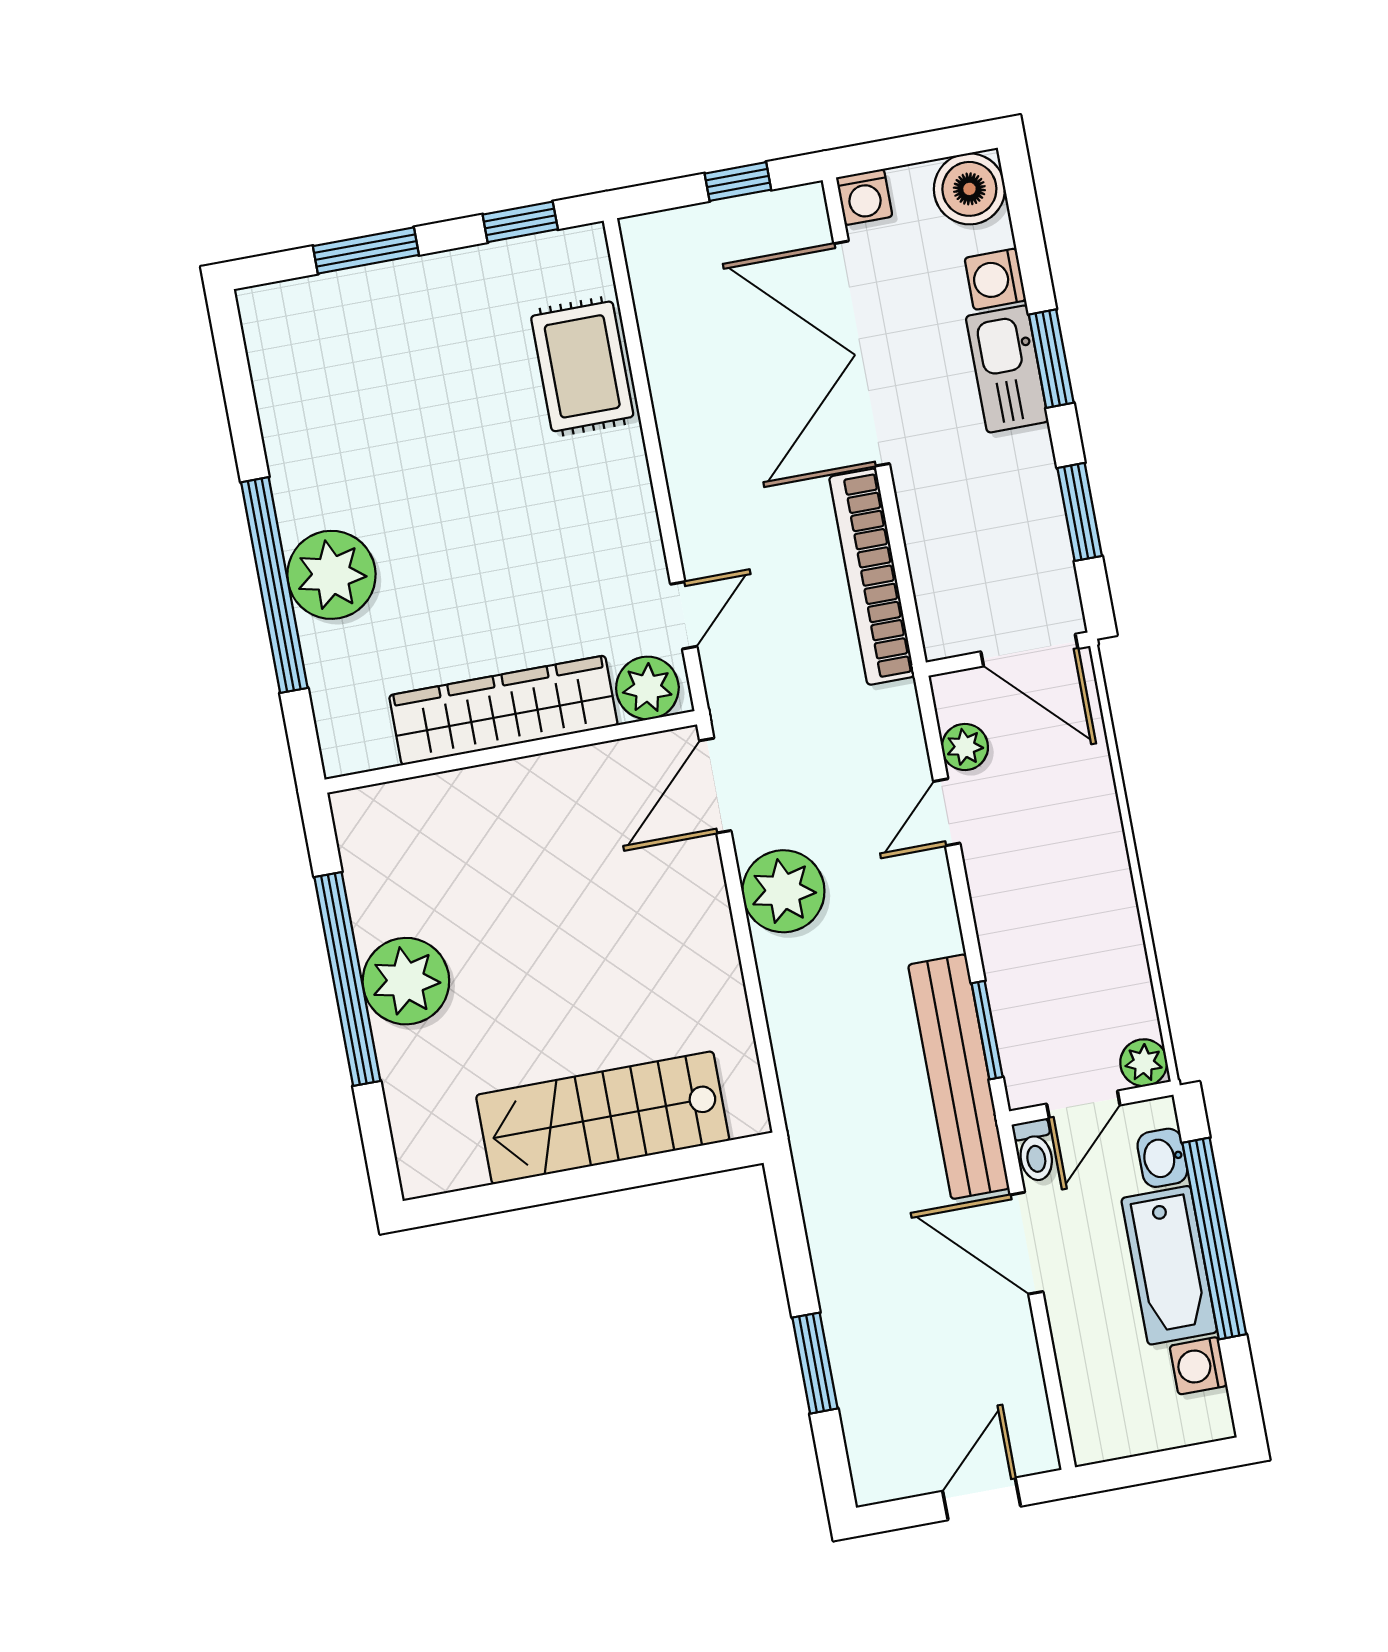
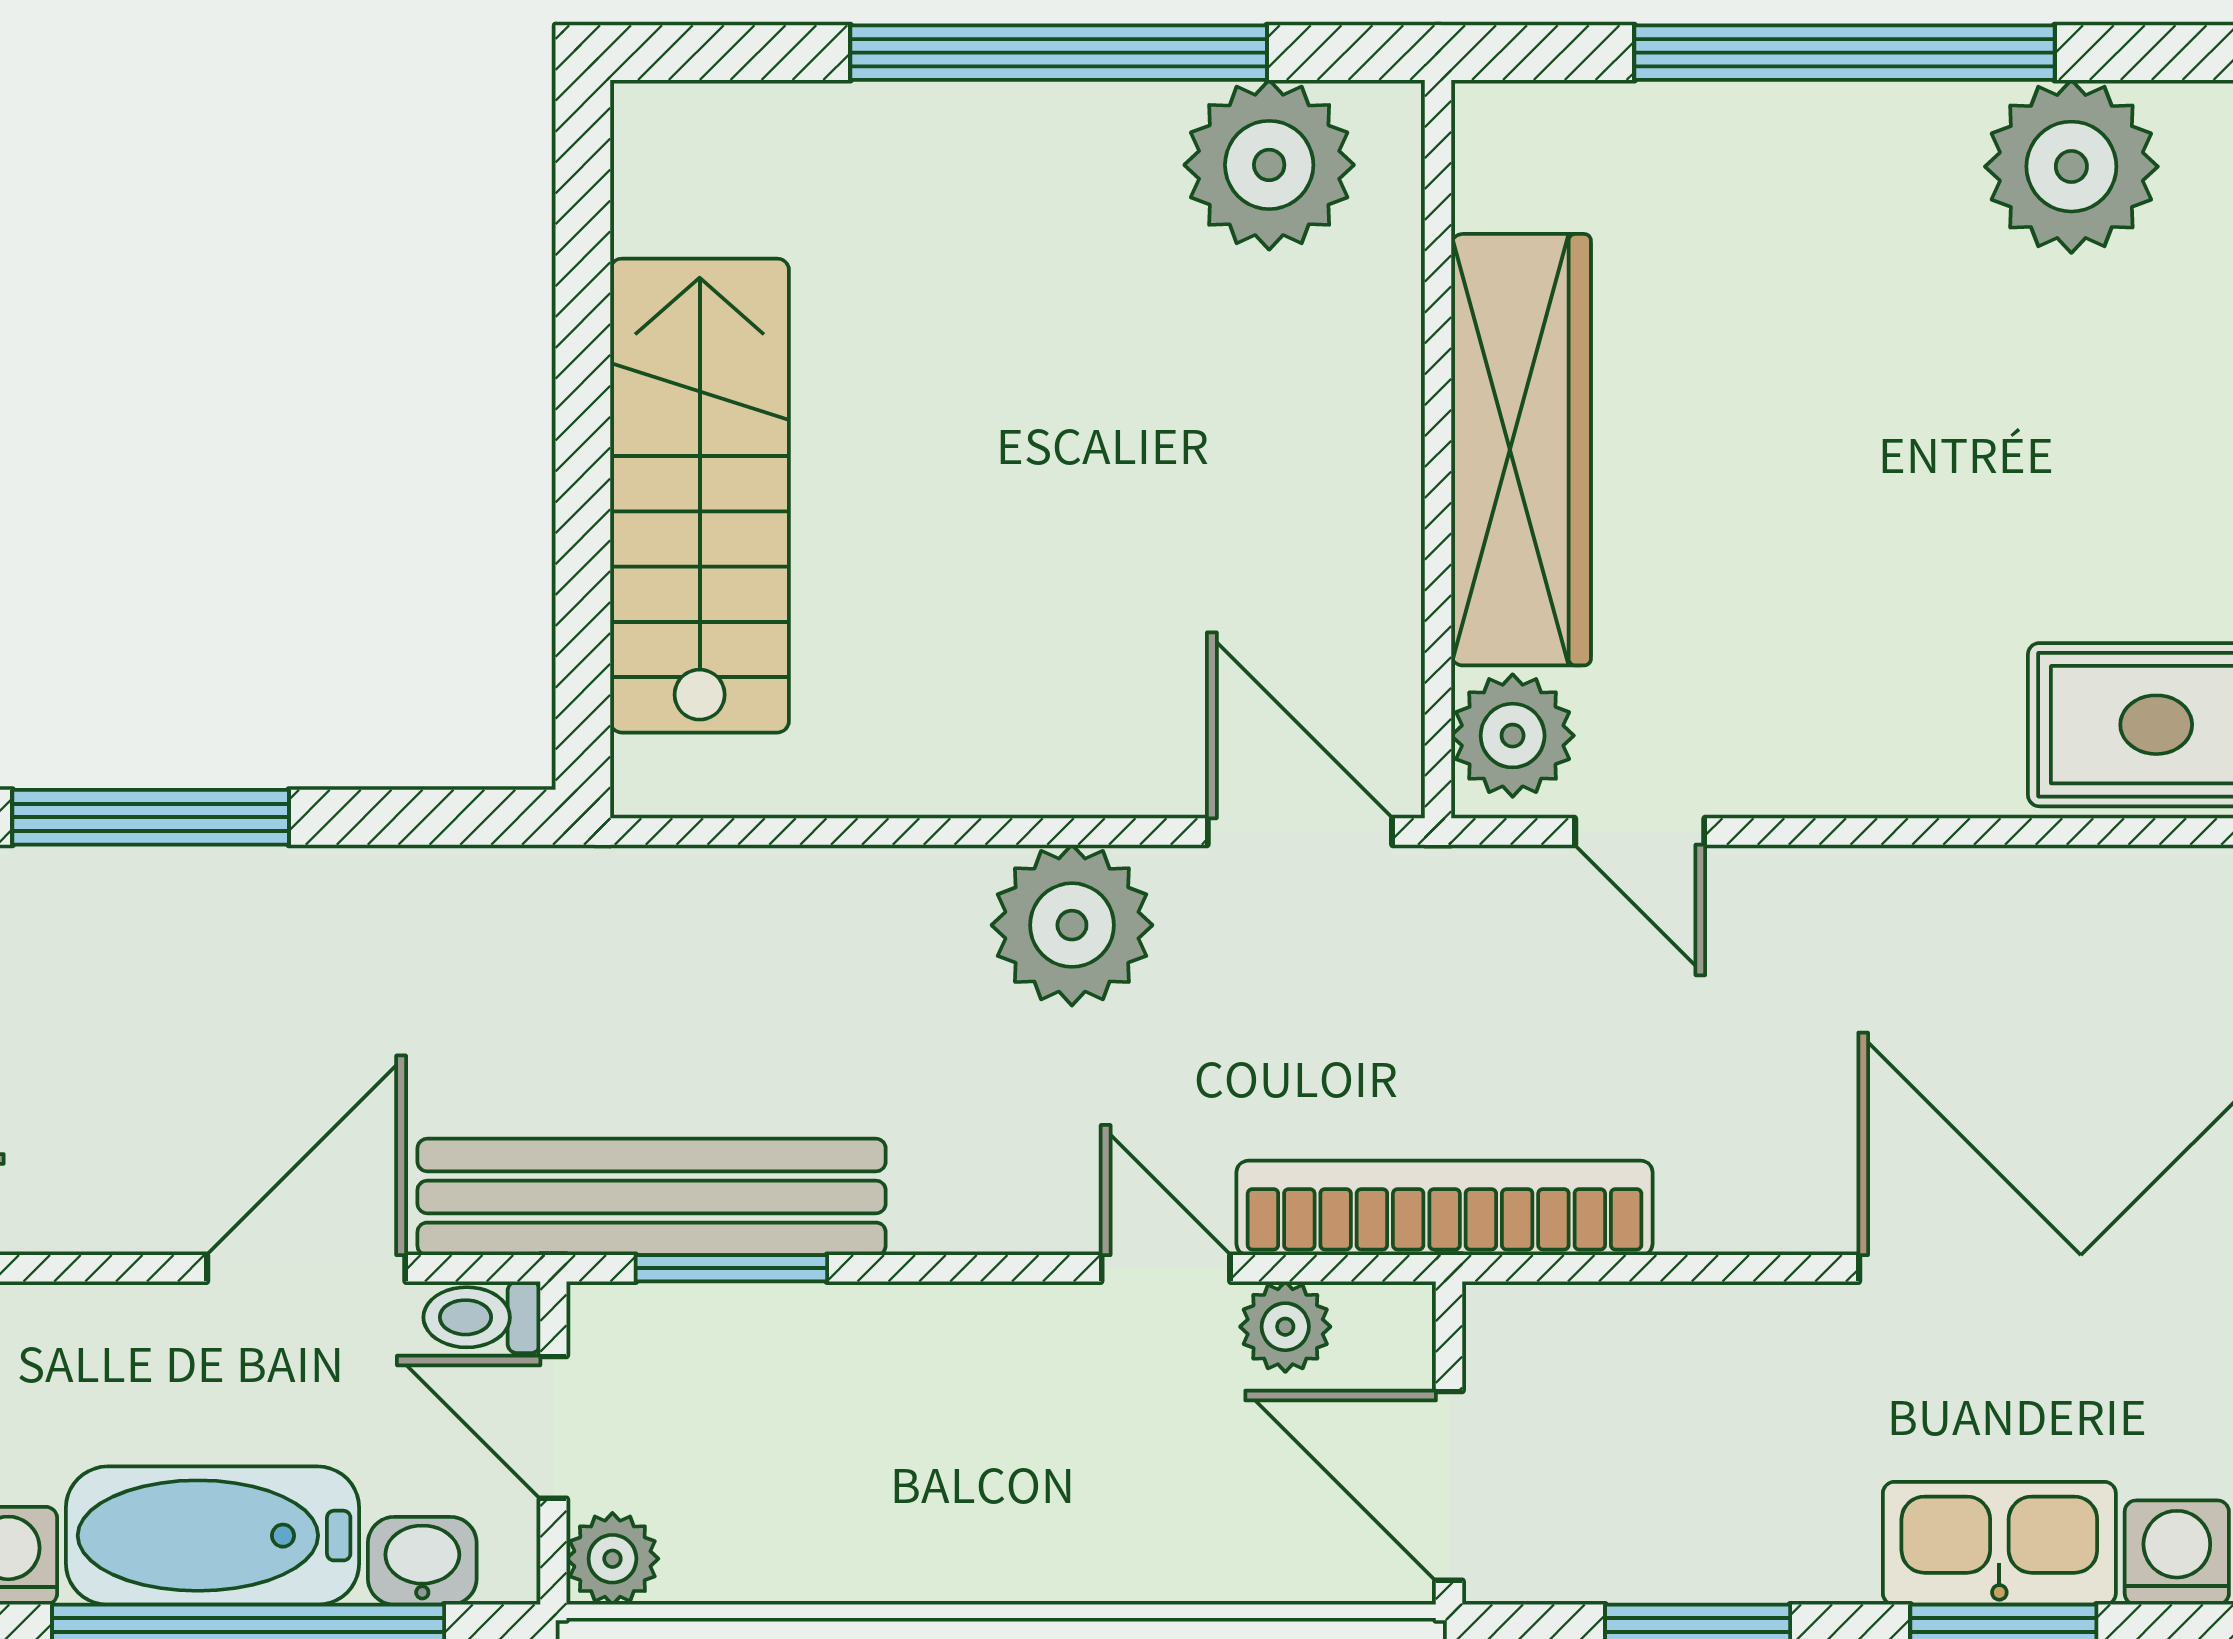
plant: (331, 575) -> (2071, 167), moved
bookcase: (872, 577) -> (1445, 1208), moved
door: (1029, 650) -> (1449, 1486), hinge flipped
plant: (406, 981) -> (1269, 165), moved
window: (815, 1363) -> (151, 817), width x1.44

